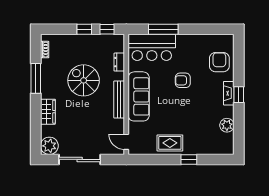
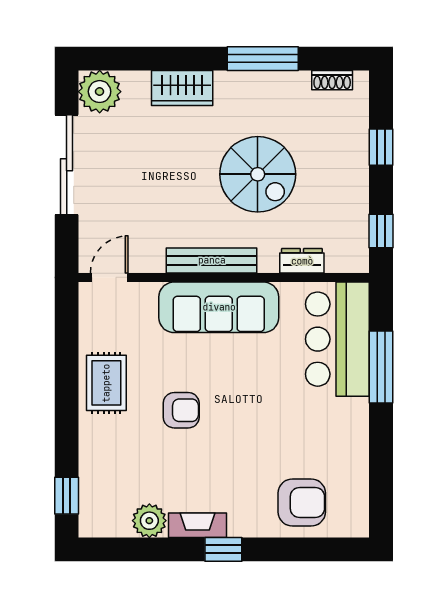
window: (84, 29) -> (381, 147), moved
spiral stairs: (84, 80) -> (258, 174), turned 90
armchair: (183, 80) -> (181, 410), moved, turned 90
fireplace: (229, 93) -> (197, 525), moved
window: (189, 159) -> (67, 496), moved

